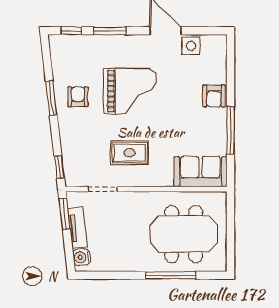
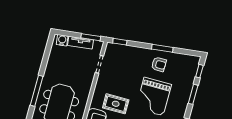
rug: (130, 153) -> (116, 104), moved, turned 90

